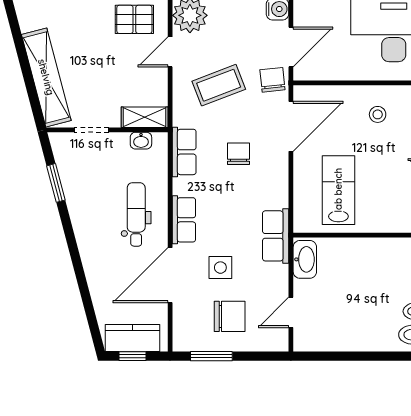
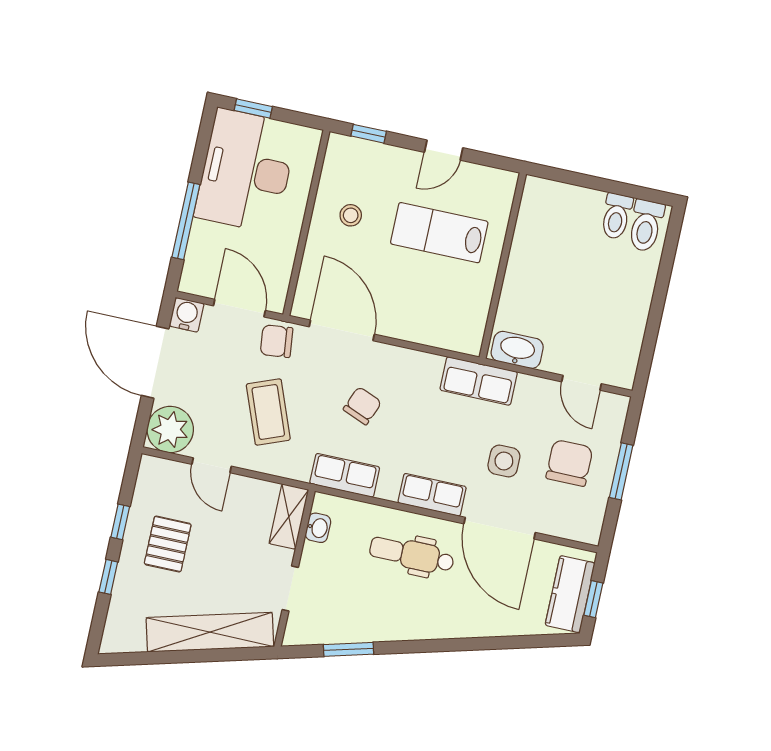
pallet: (134, 19) -> (168, 544), moved
chair: (238, 154) -> (362, 406), turned 112
lab bench: (338, 190) -> (439, 233), moved
window: (211, 356) -> (621, 471), moved

